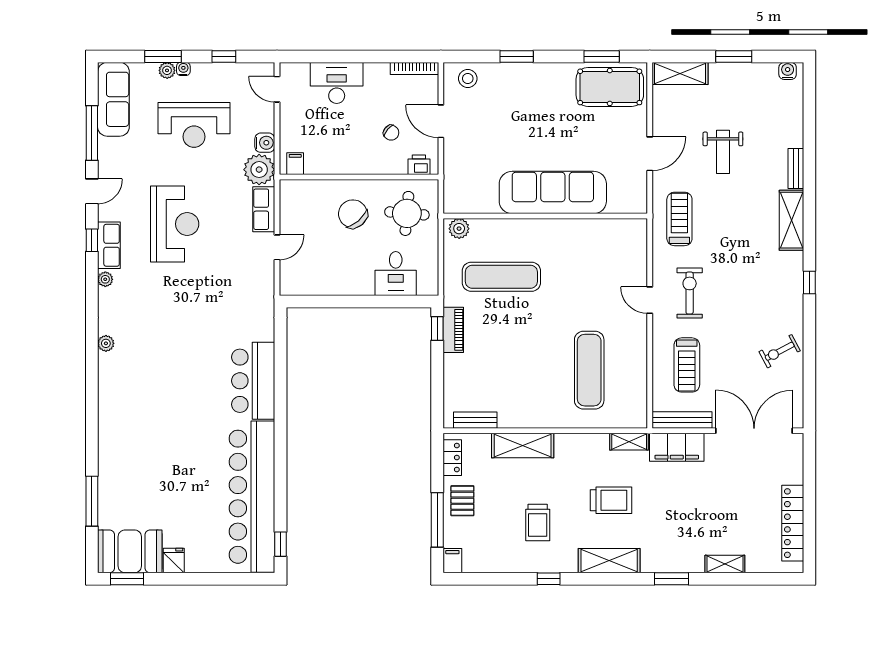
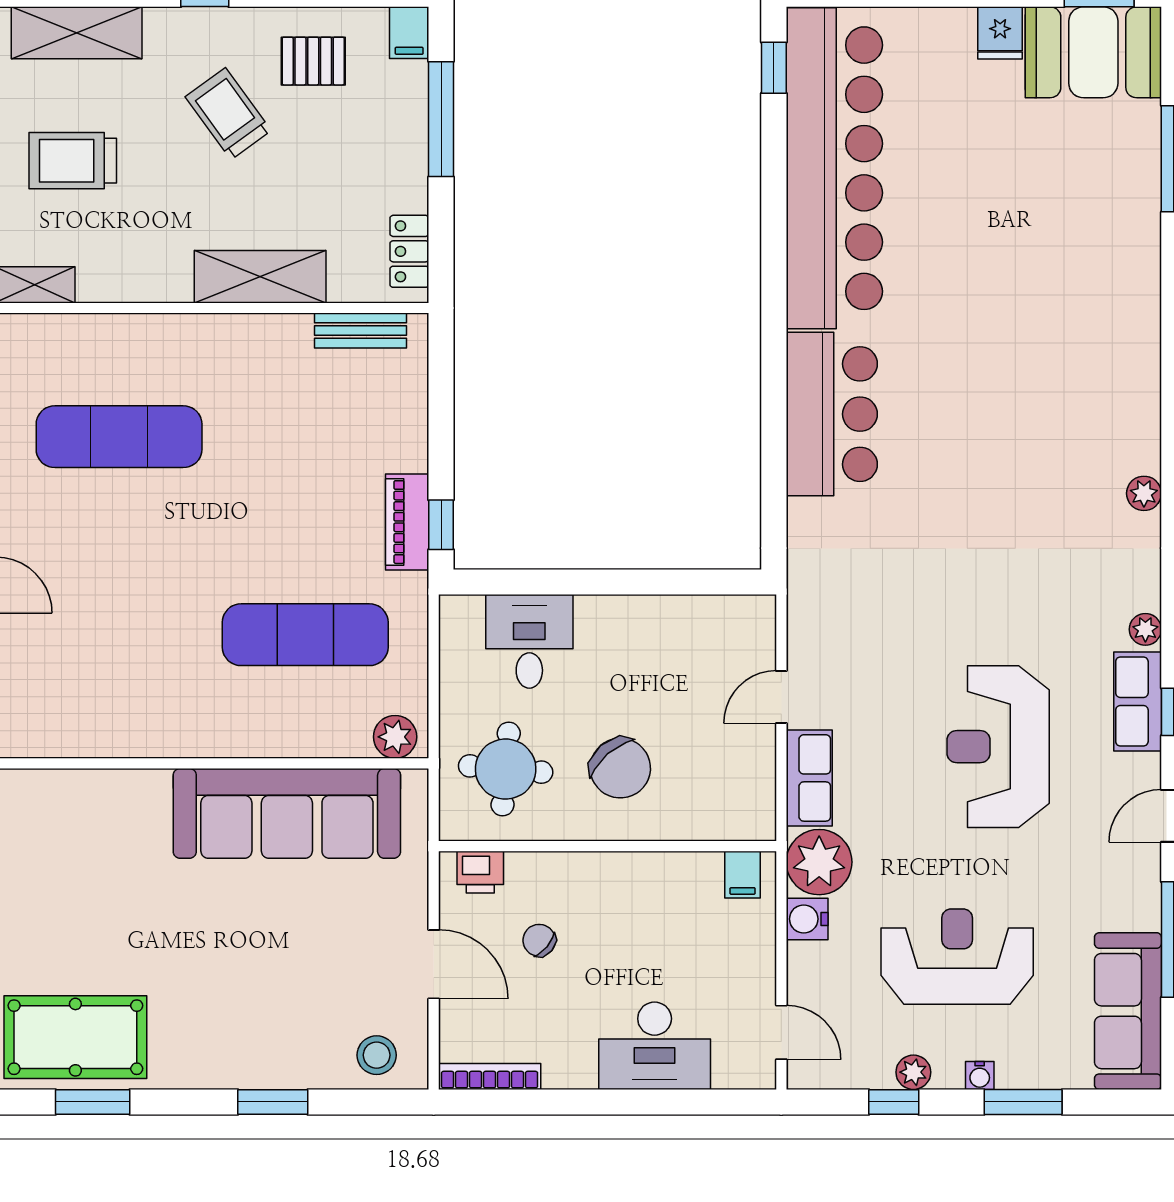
plant: (167, 70) -> (913, 1072), moved
sofa: (553, 192) -> (287, 813), moved
exercise mat: (589, 370) -> (119, 437), turned 90
pallet: (462, 501) -> (313, 61), moved, turned 90
trolley: (538, 522) -> (228, 114), turned -36

